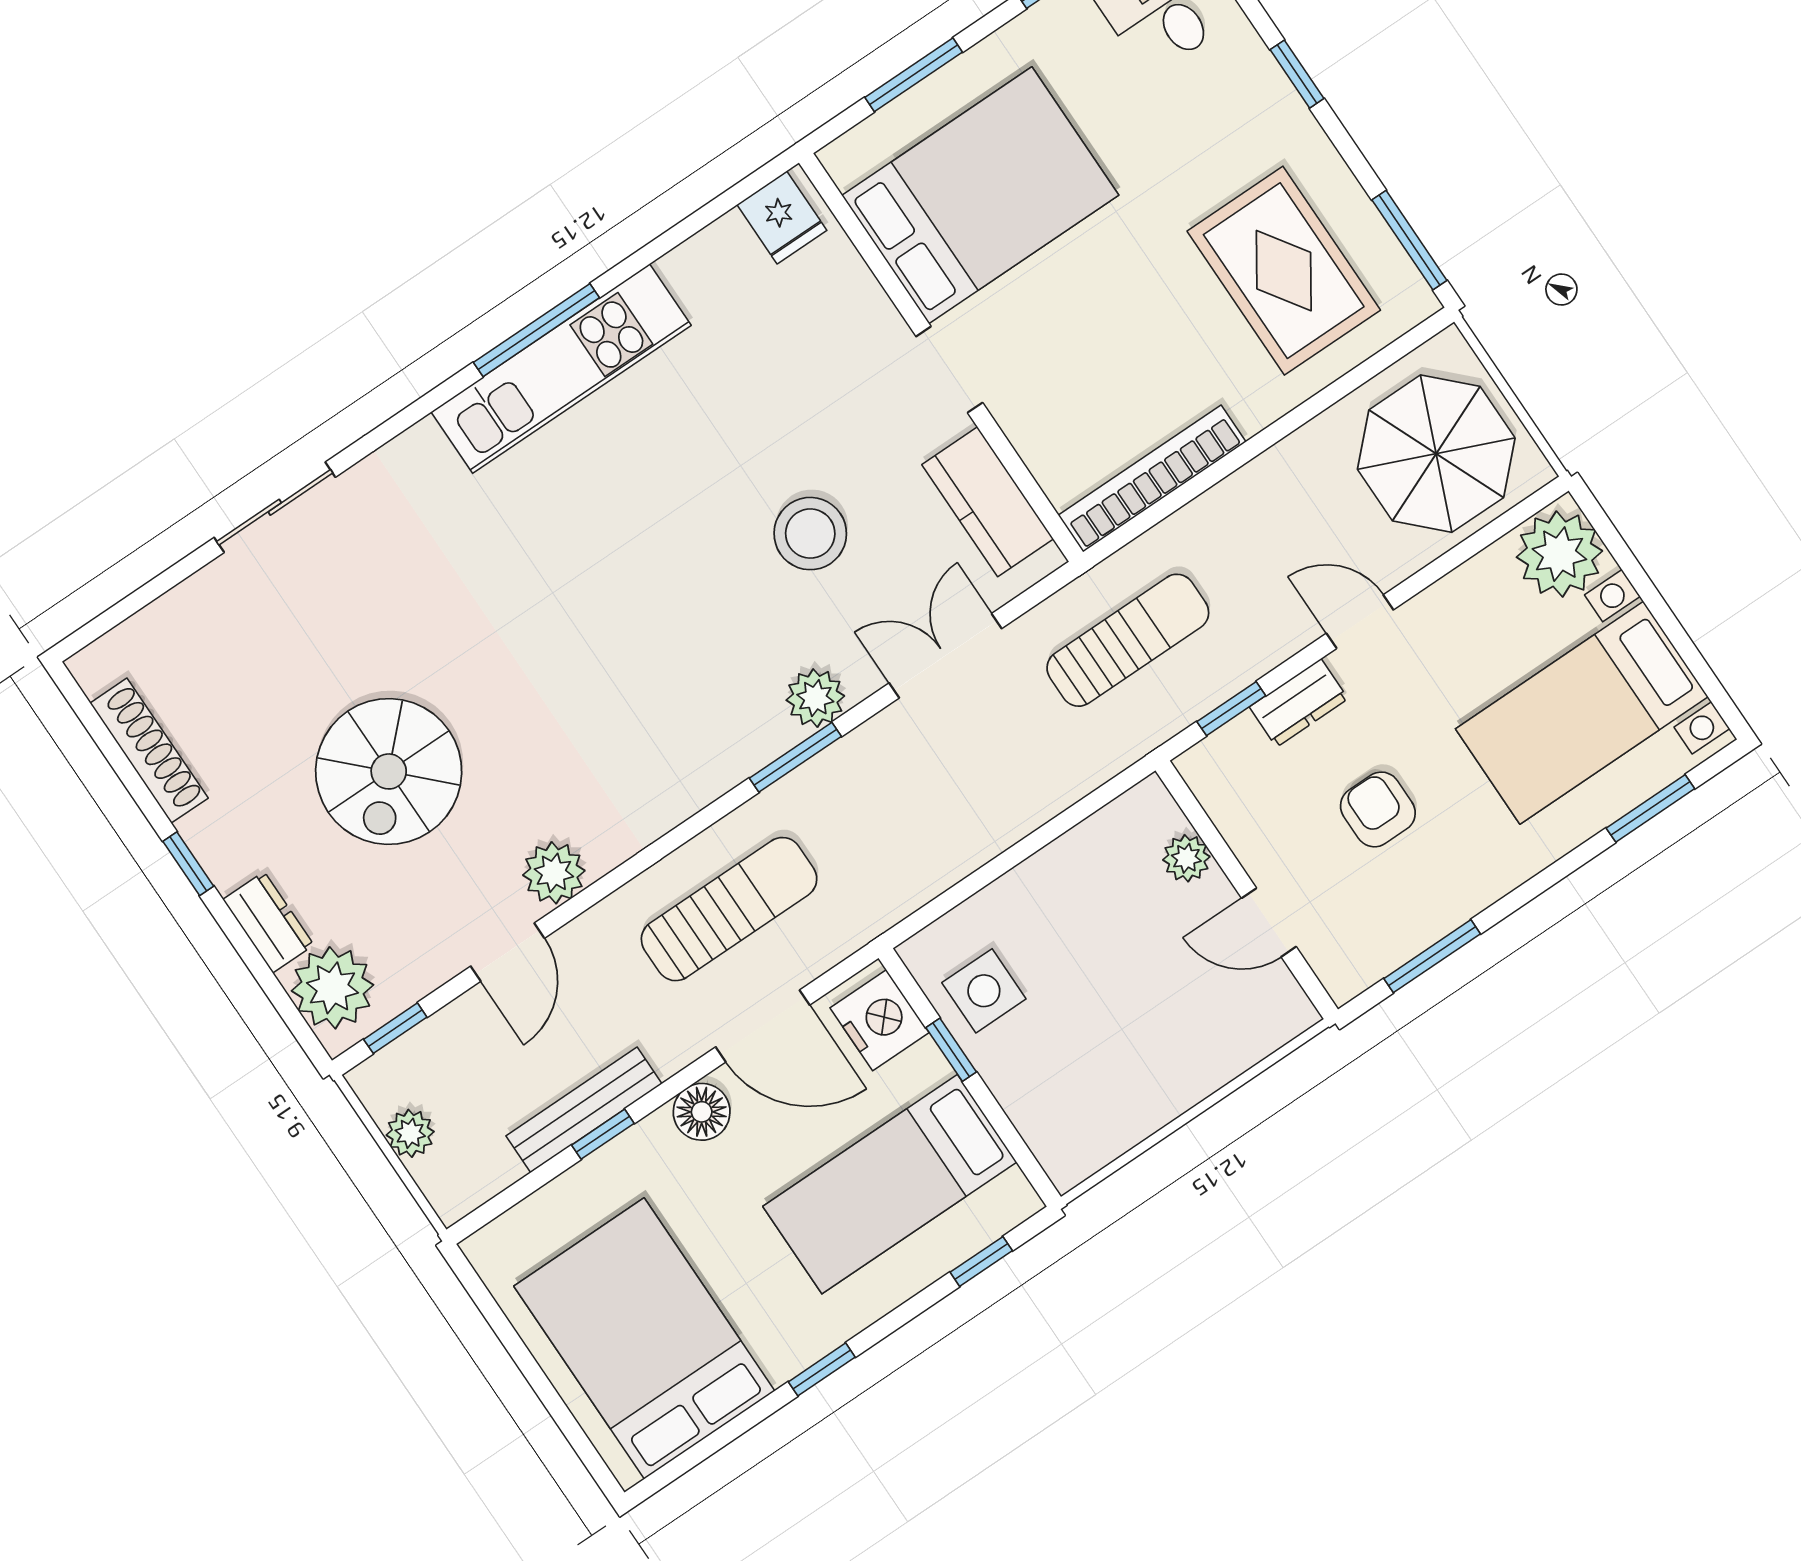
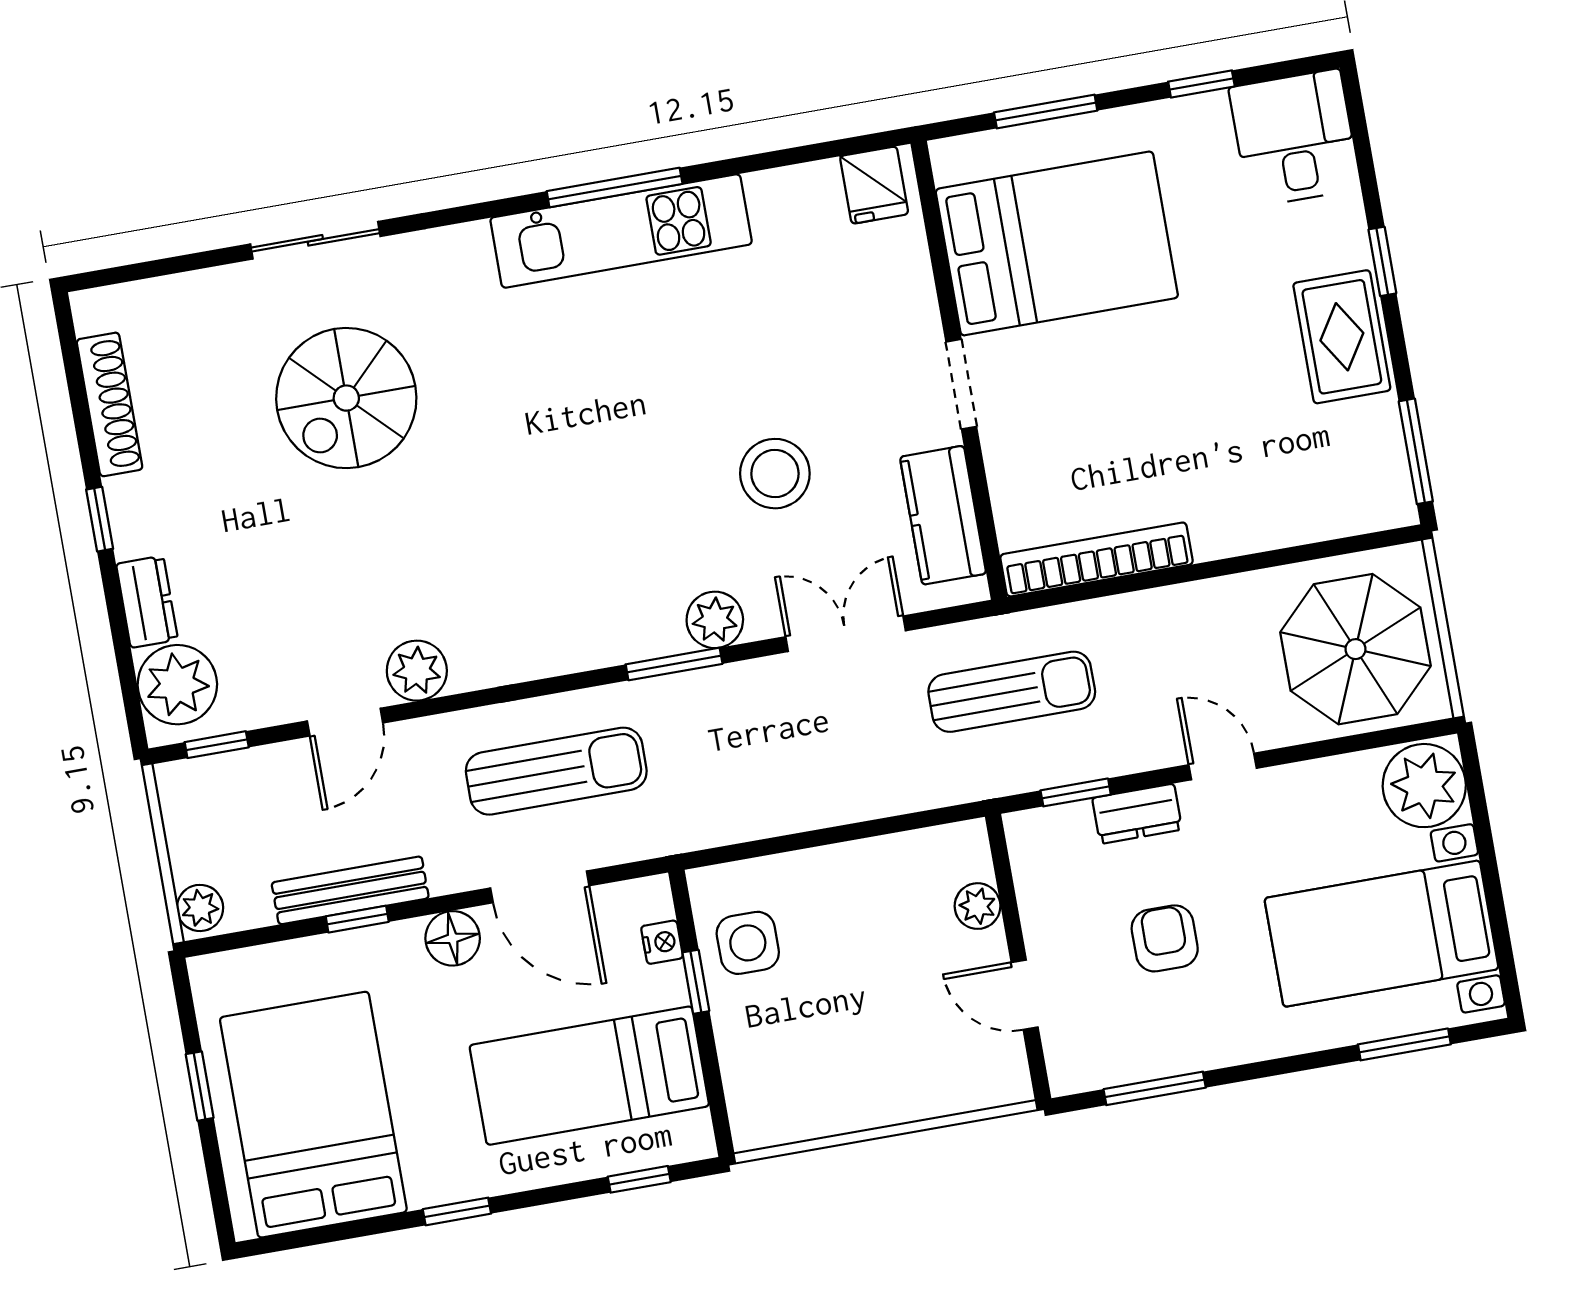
rug: (1284, 271) -> (1342, 337), moved, width x0.73, depth x0.70
spiral stairs: (389, 771) -> (346, 398), moved
nightstand: (880, 1020) -> (662, 942), width x0.53, depth x0.56
plant: (410, 1133) -> (200, 908), moved
window: (524, 1360) -> (200, 1086), added

